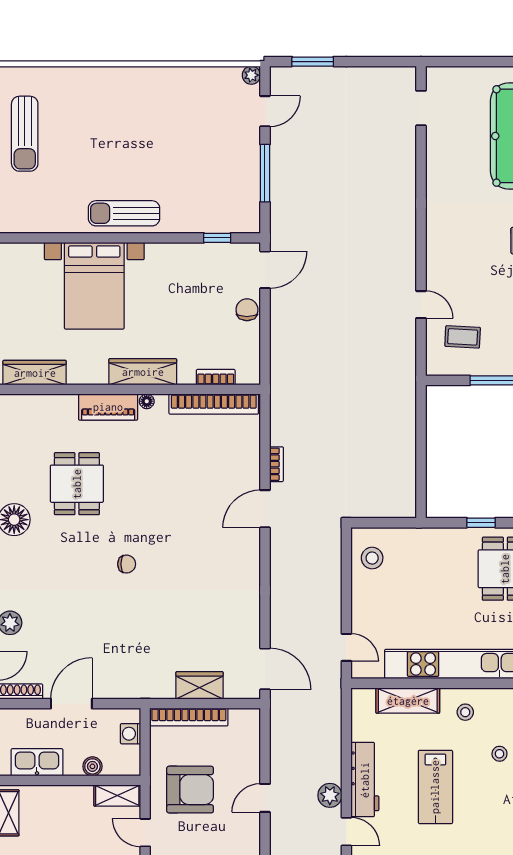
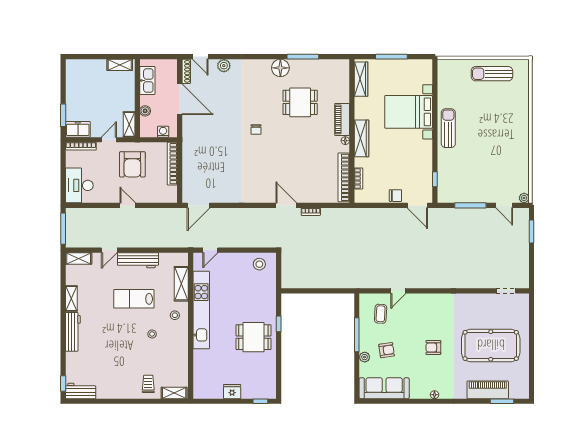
wardrobe: (200, 685) -> (190, 170), removed
door: (71, 704) -> (180, 99), width x1.36
plant: (330, 795) -> (129, 241), removed

